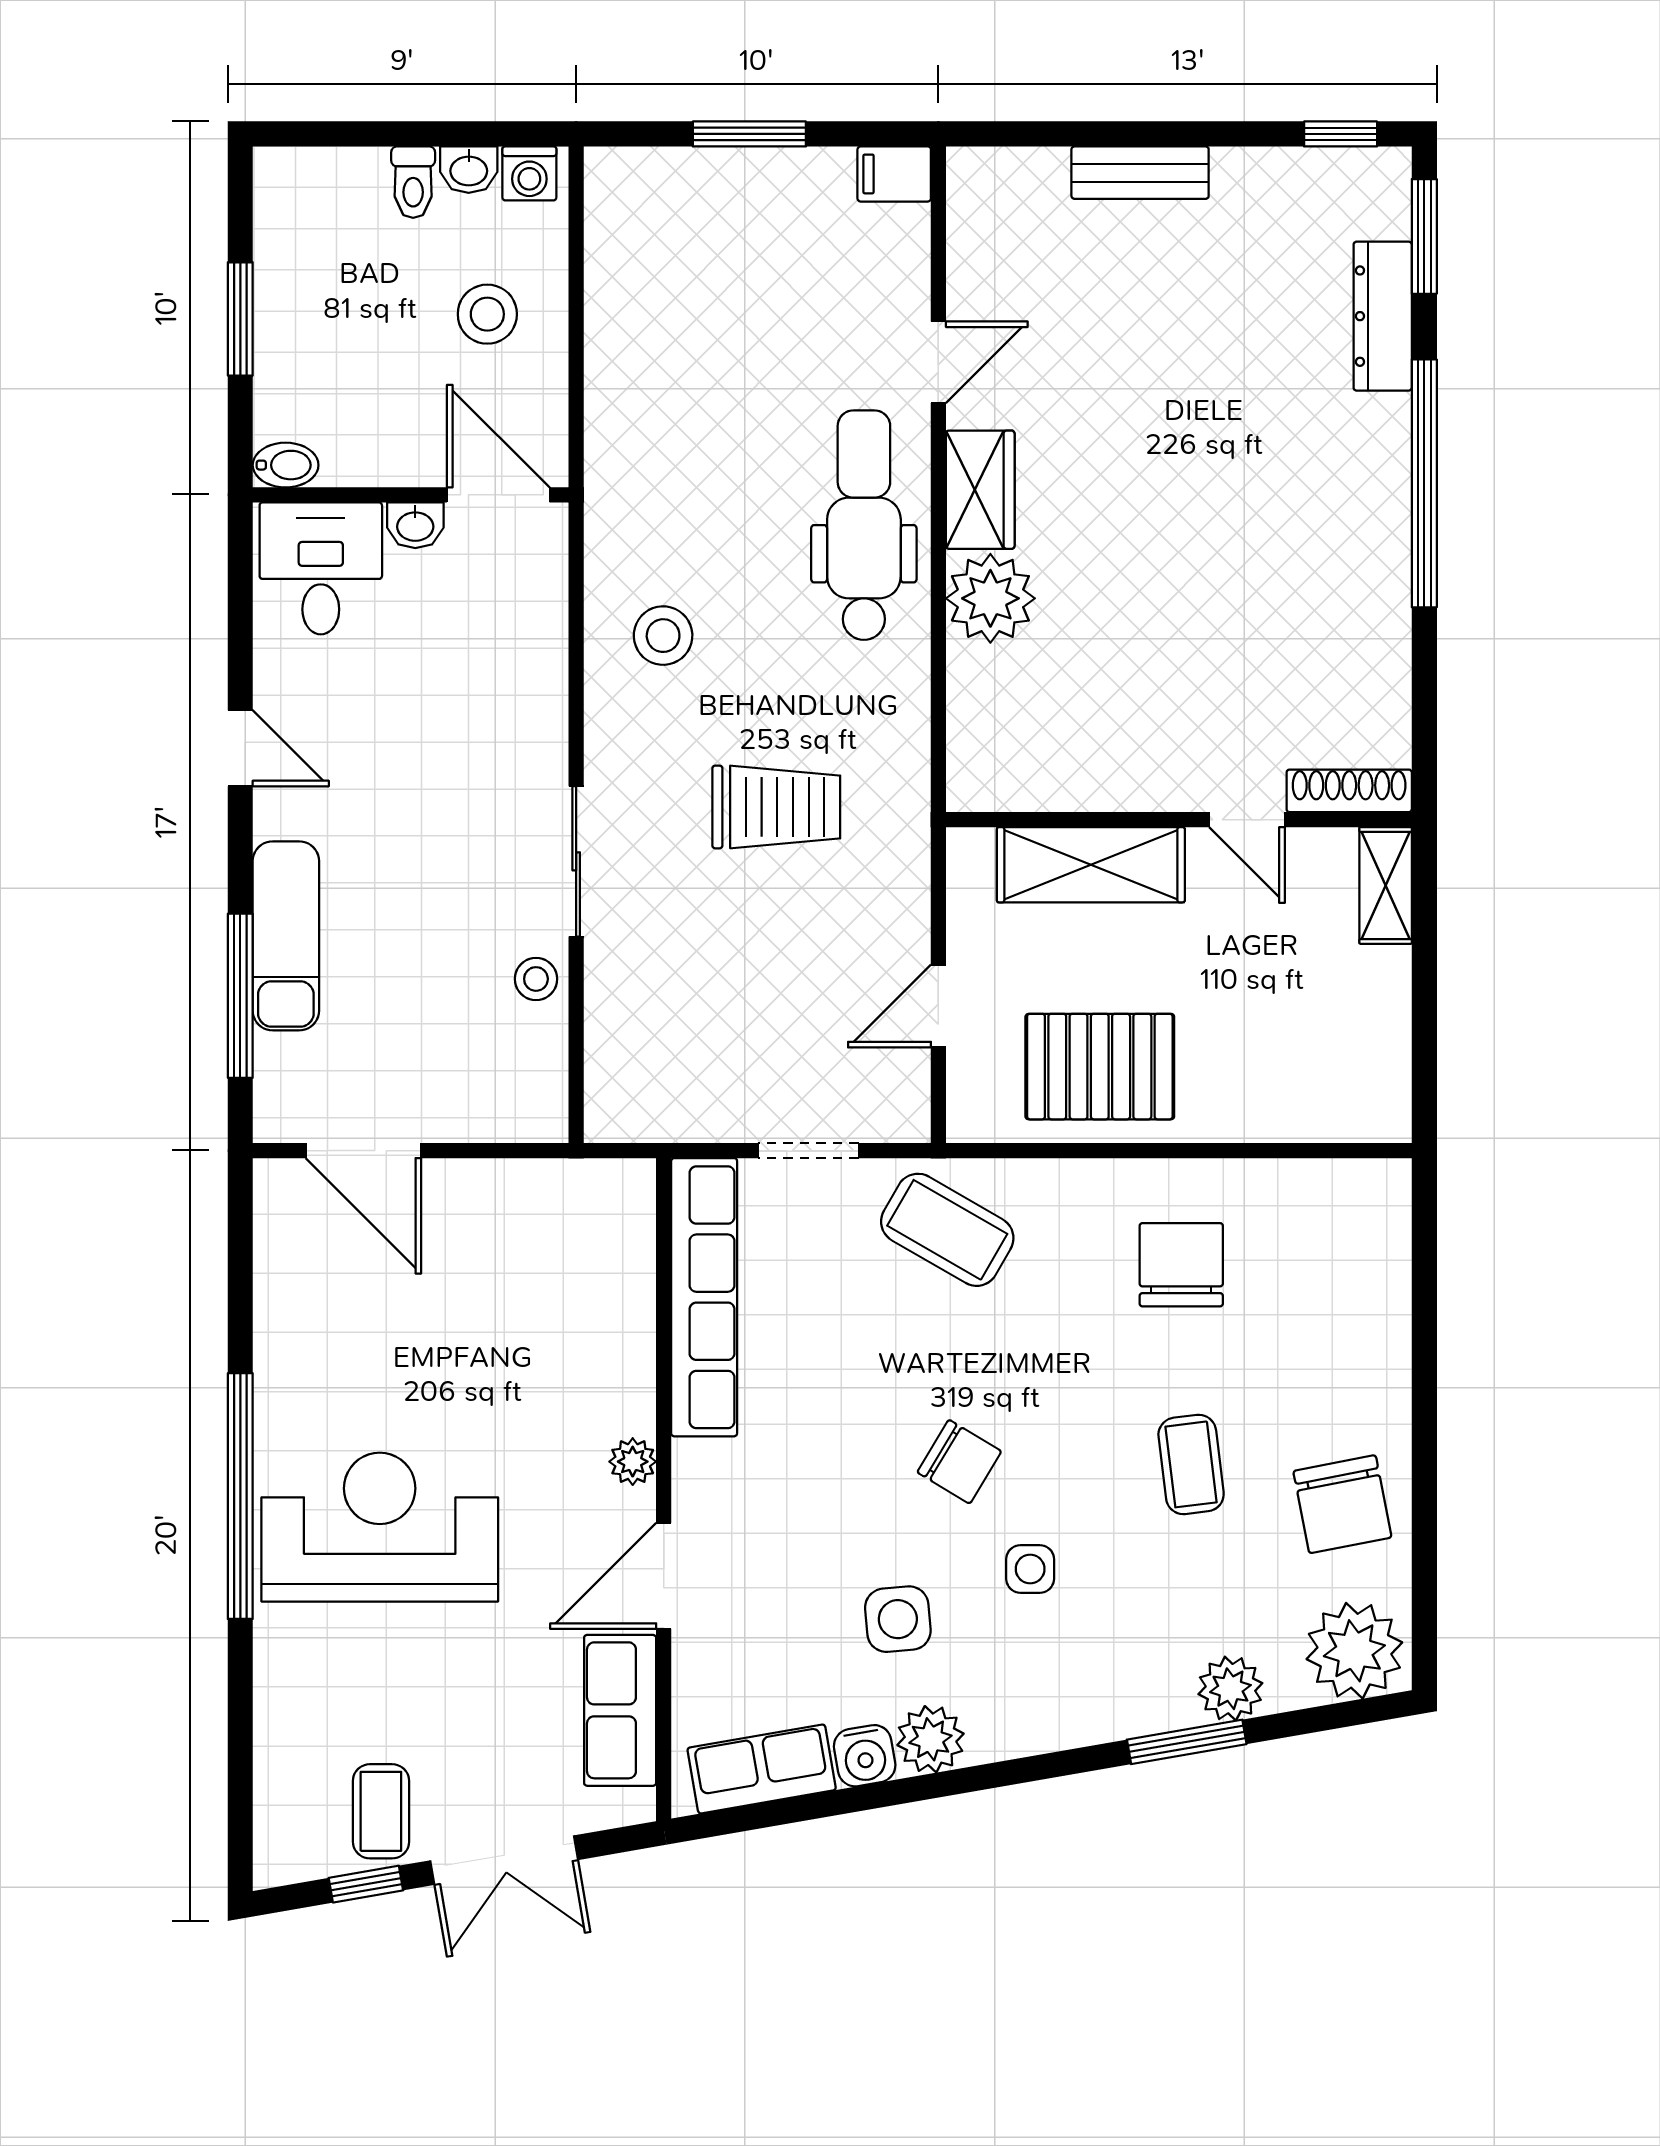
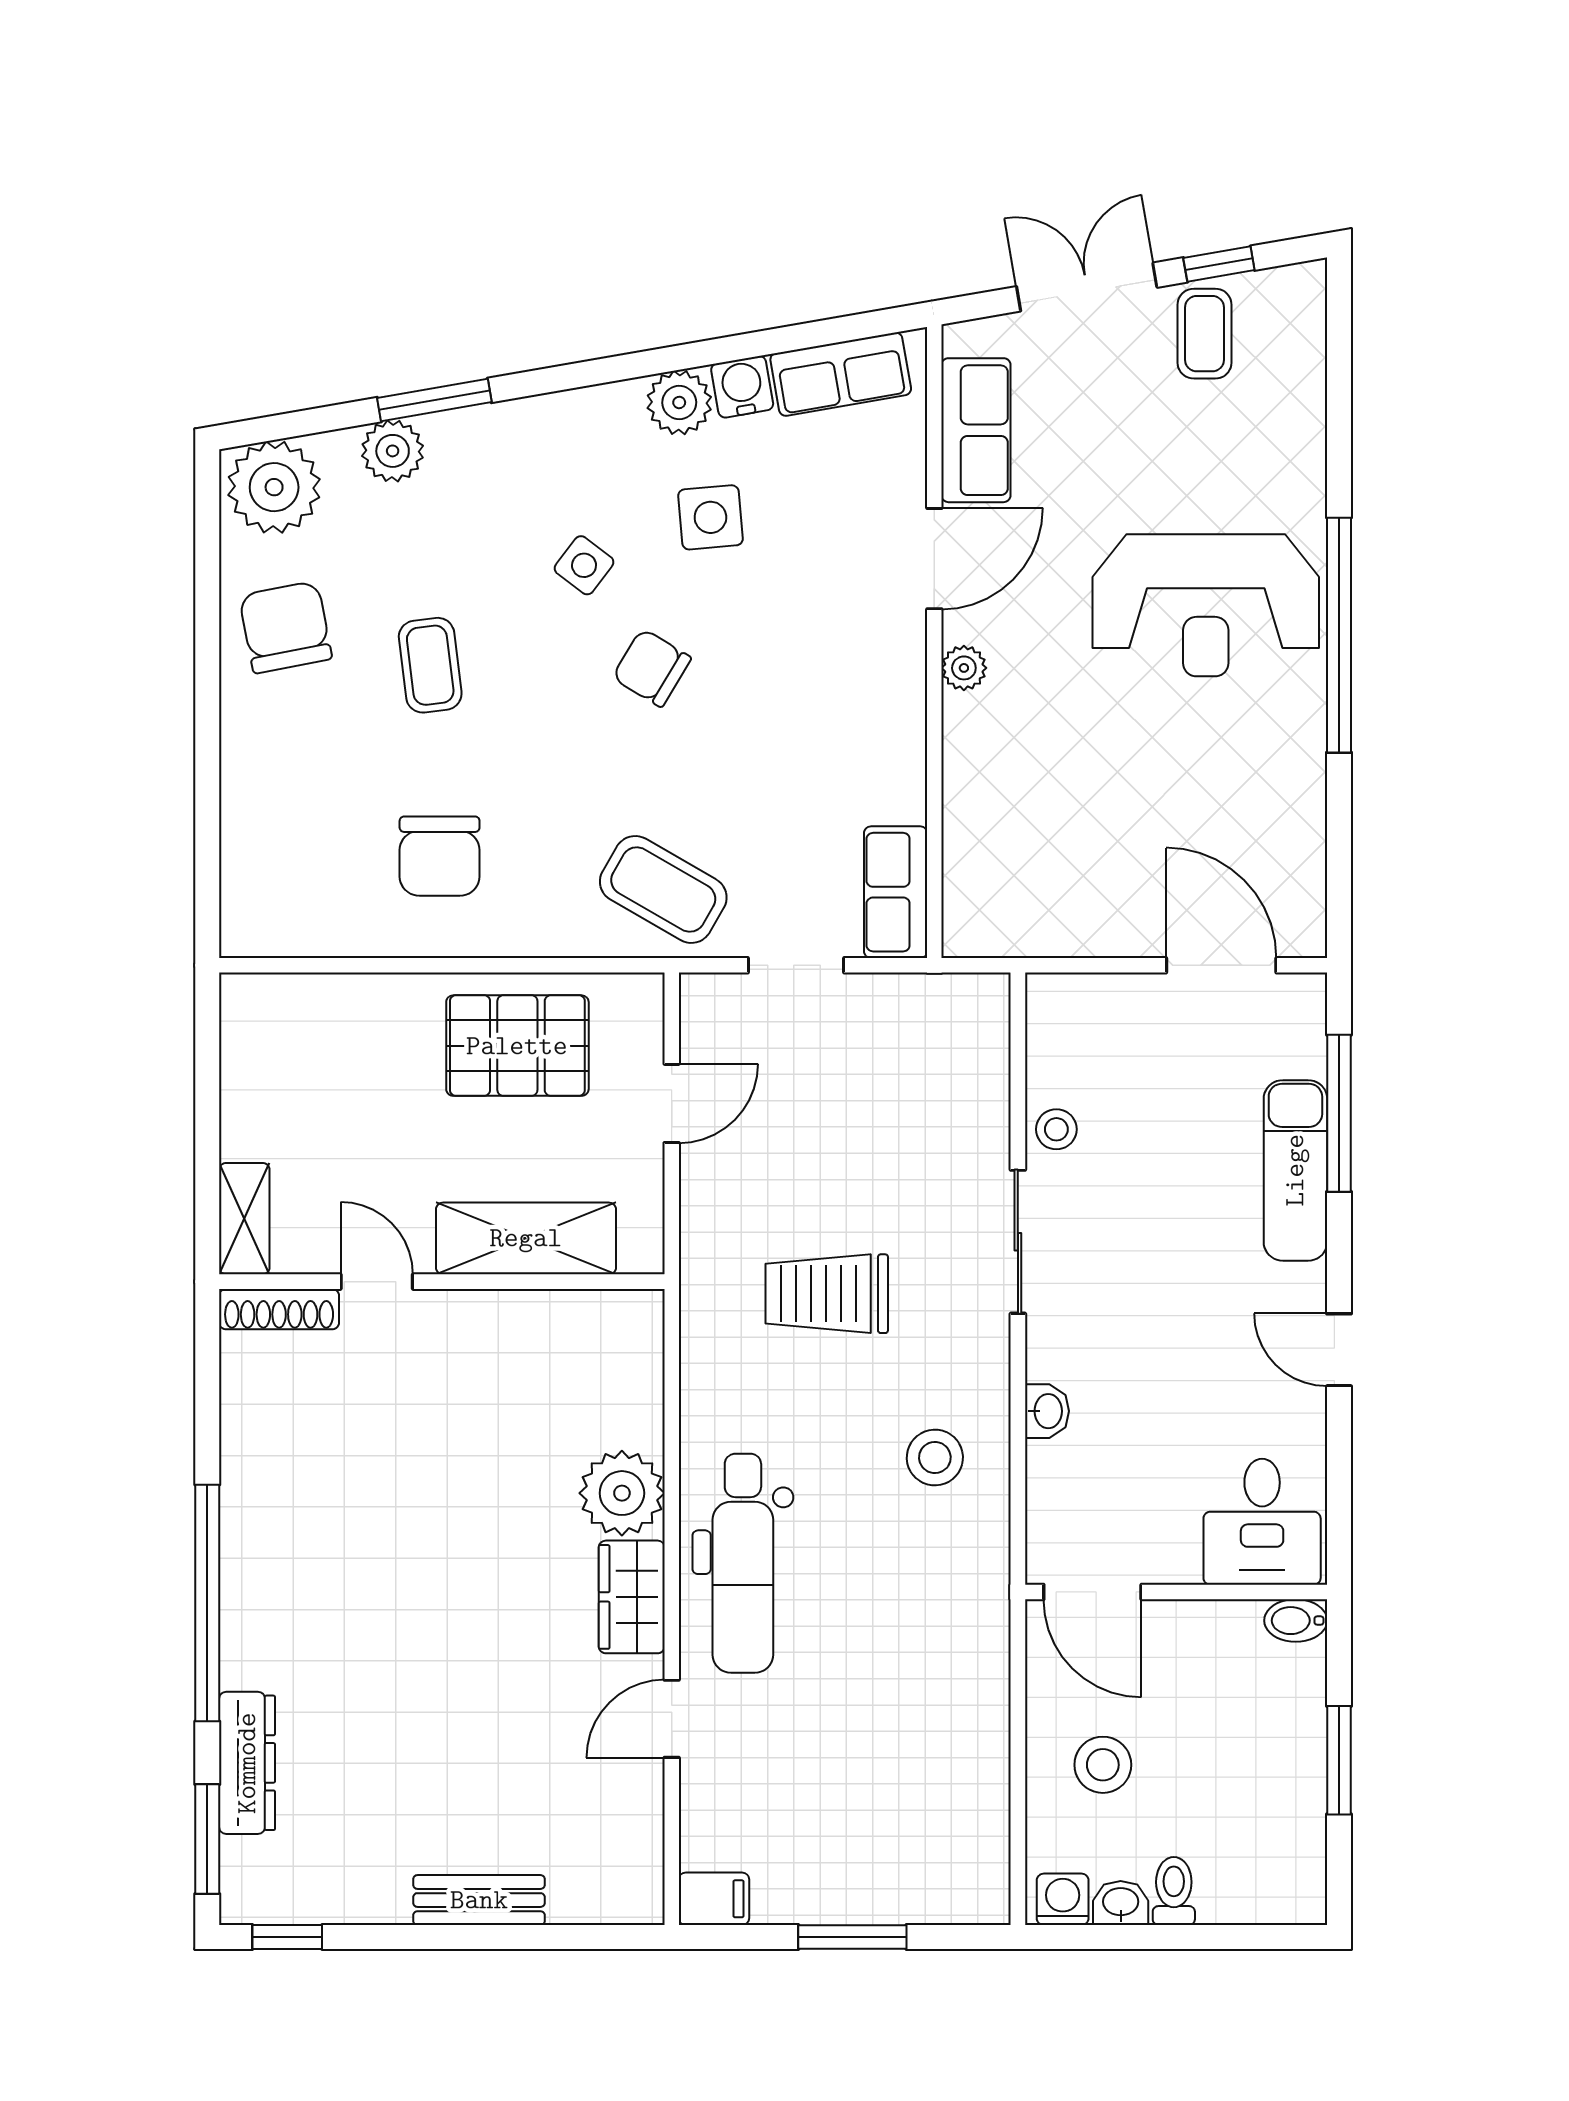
washbasin: (415, 525) -> (1047, 1411), moved, turned 90
row of seats: (704, 1297) -> (896, 892), width x0.50
side table: (1030, 1569) -> (584, 565), turned 37

